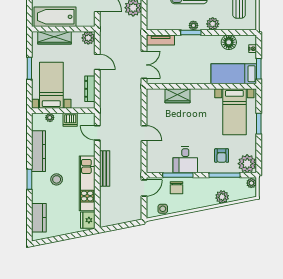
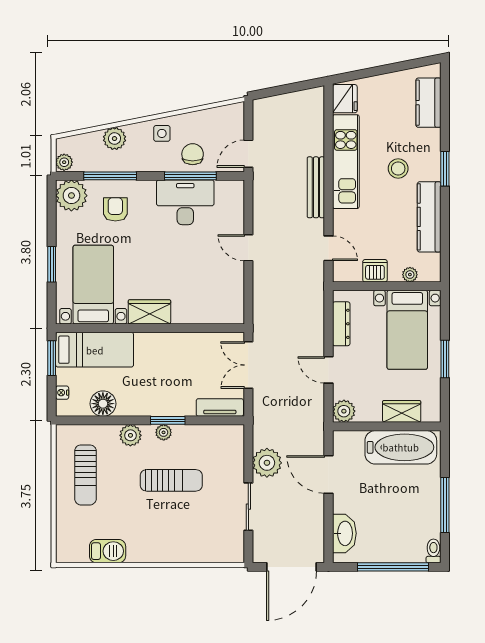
wardrobe: (55, 38) -> (402, 411), width x0.67
wardrobe: (177, 96) -> (149, 312), moved
desk: (185, 160) -> (185, 202), width x1.37
side table: (163, 209) -> (162, 133), moved

